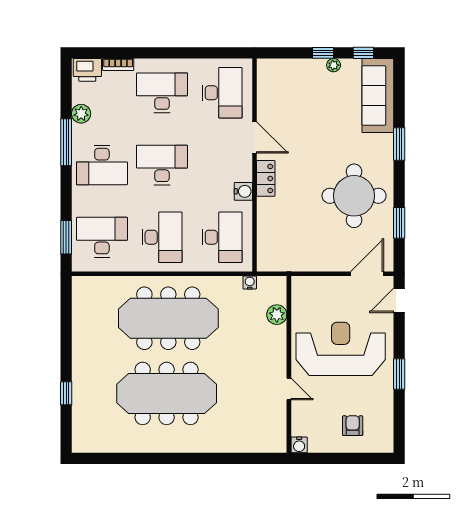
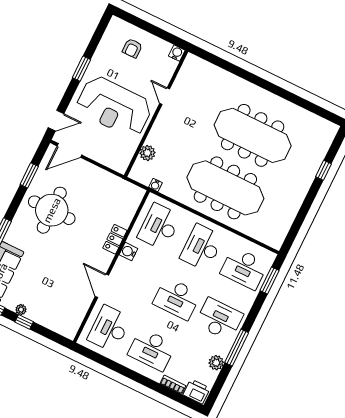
locker: (266, 178) -> (115, 239), moved

